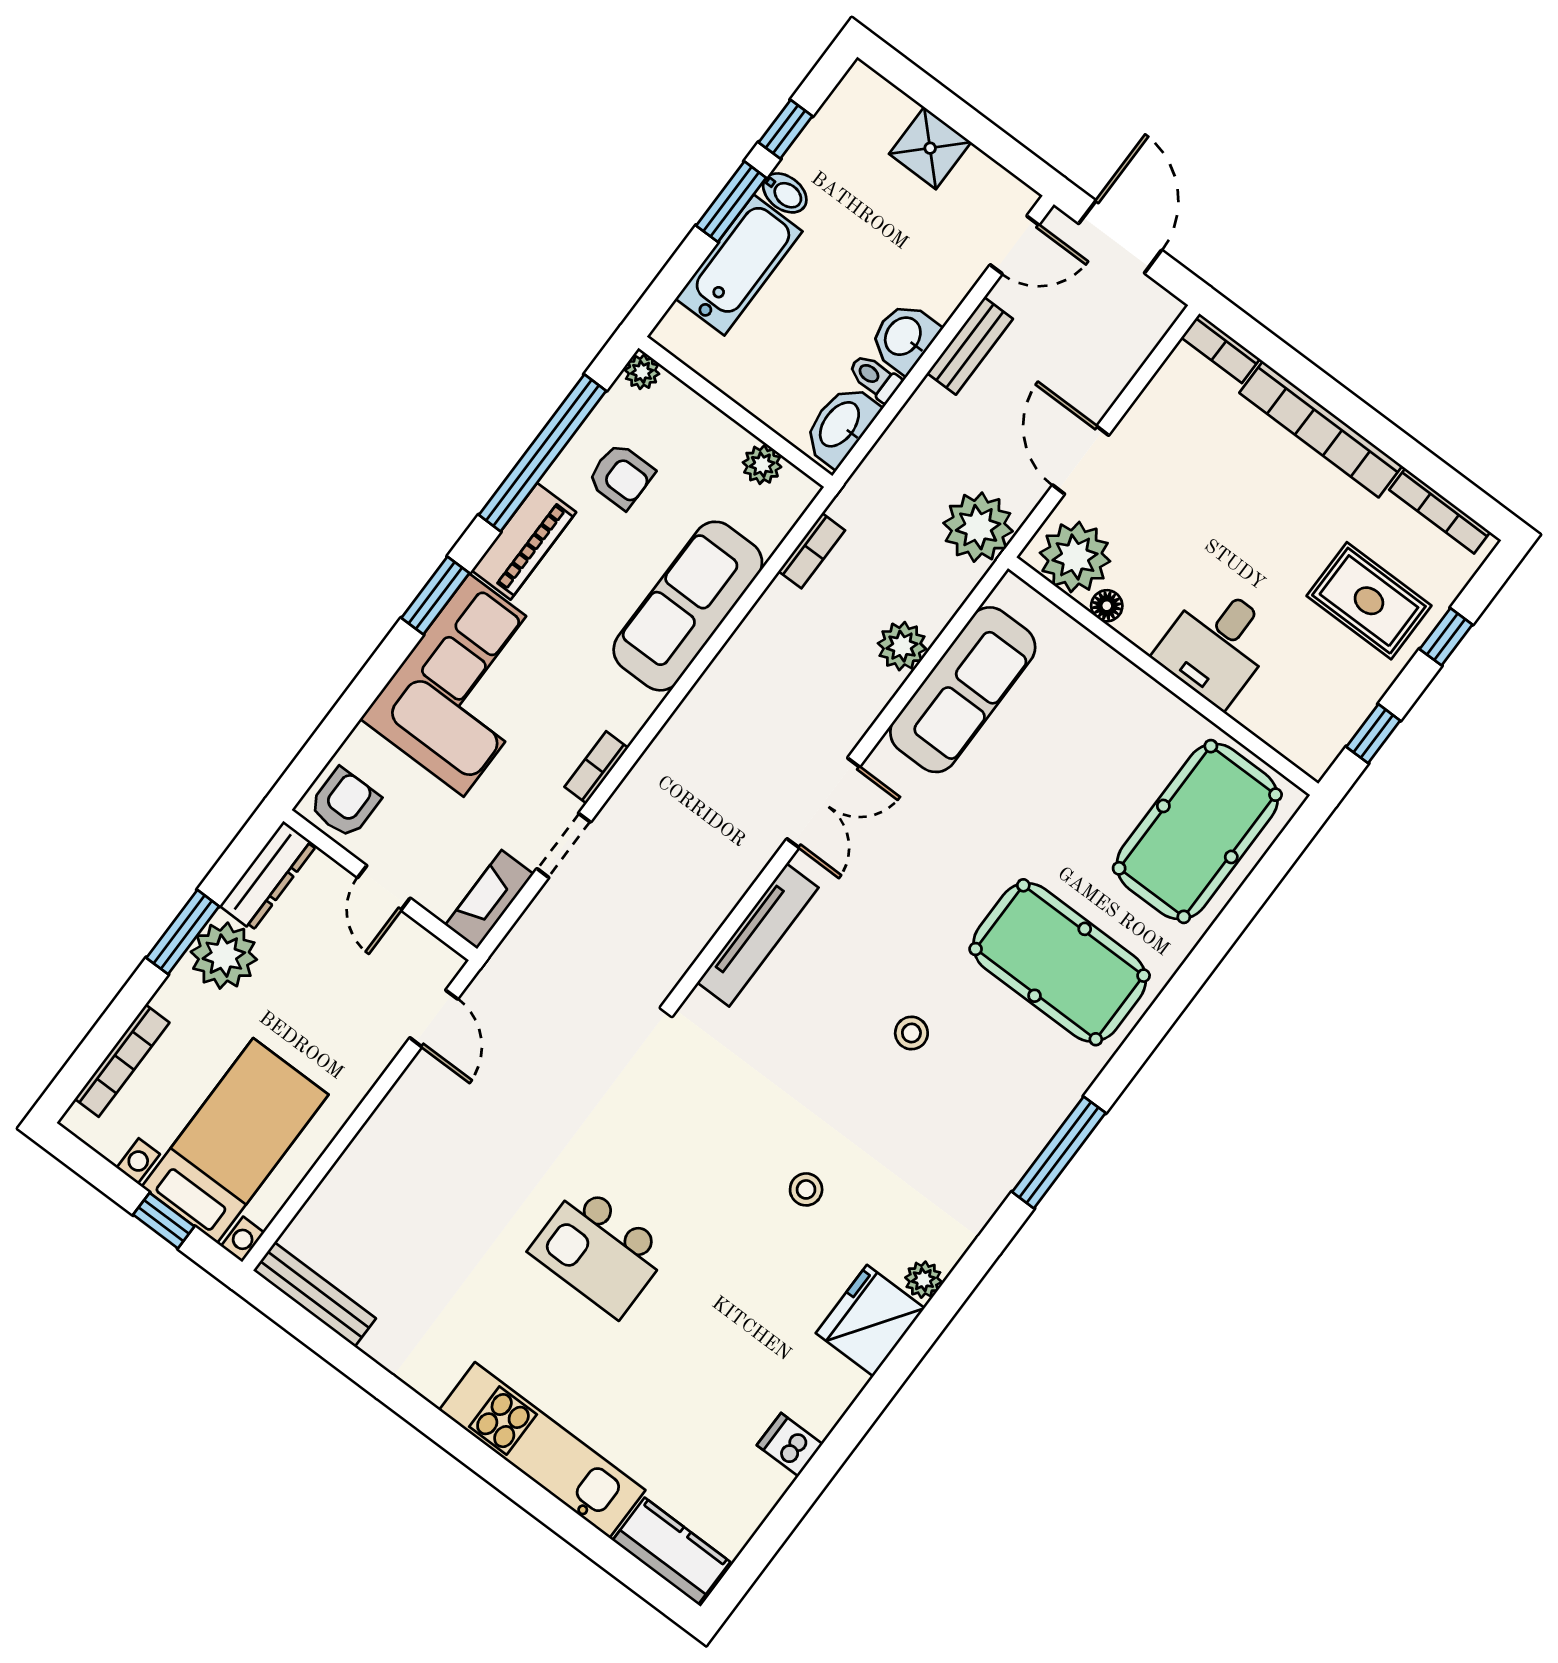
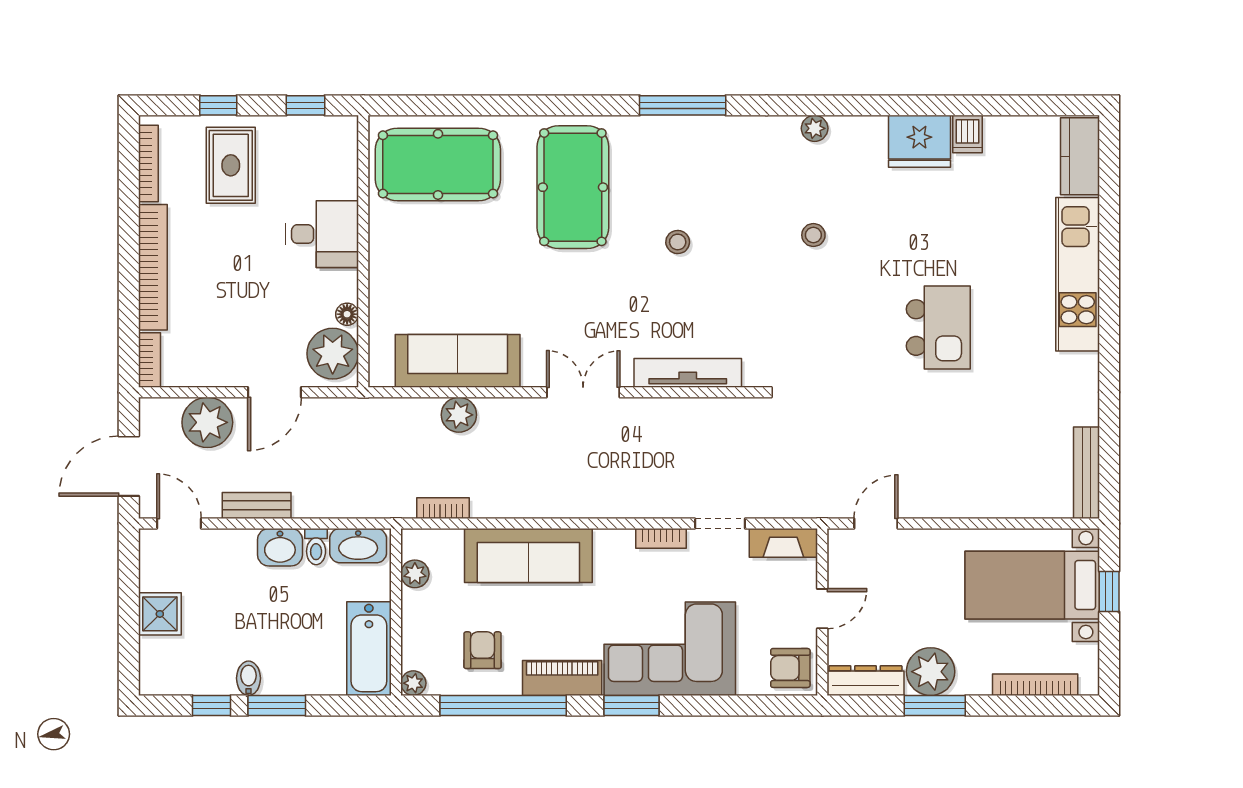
bathtub: (739, 265) -> (369, 649), moved, turned -90
plant: (978, 527) -> (207, 422), moved
fridge: (870, 1321) -> (919, 141), moved

